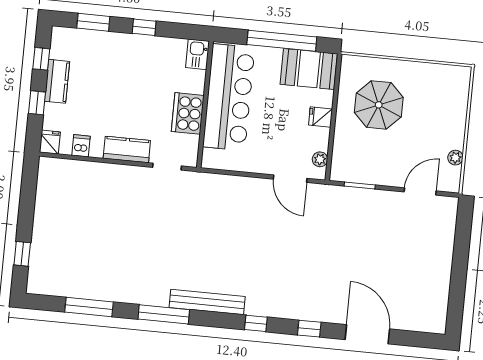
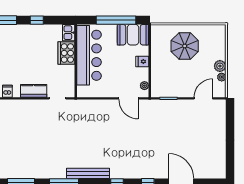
parasol: (379, 105) -> (185, 46), moved
cooker: (188, 113) -> (66, 53), moved
plant: (455, 138) -> (220, 66), added

